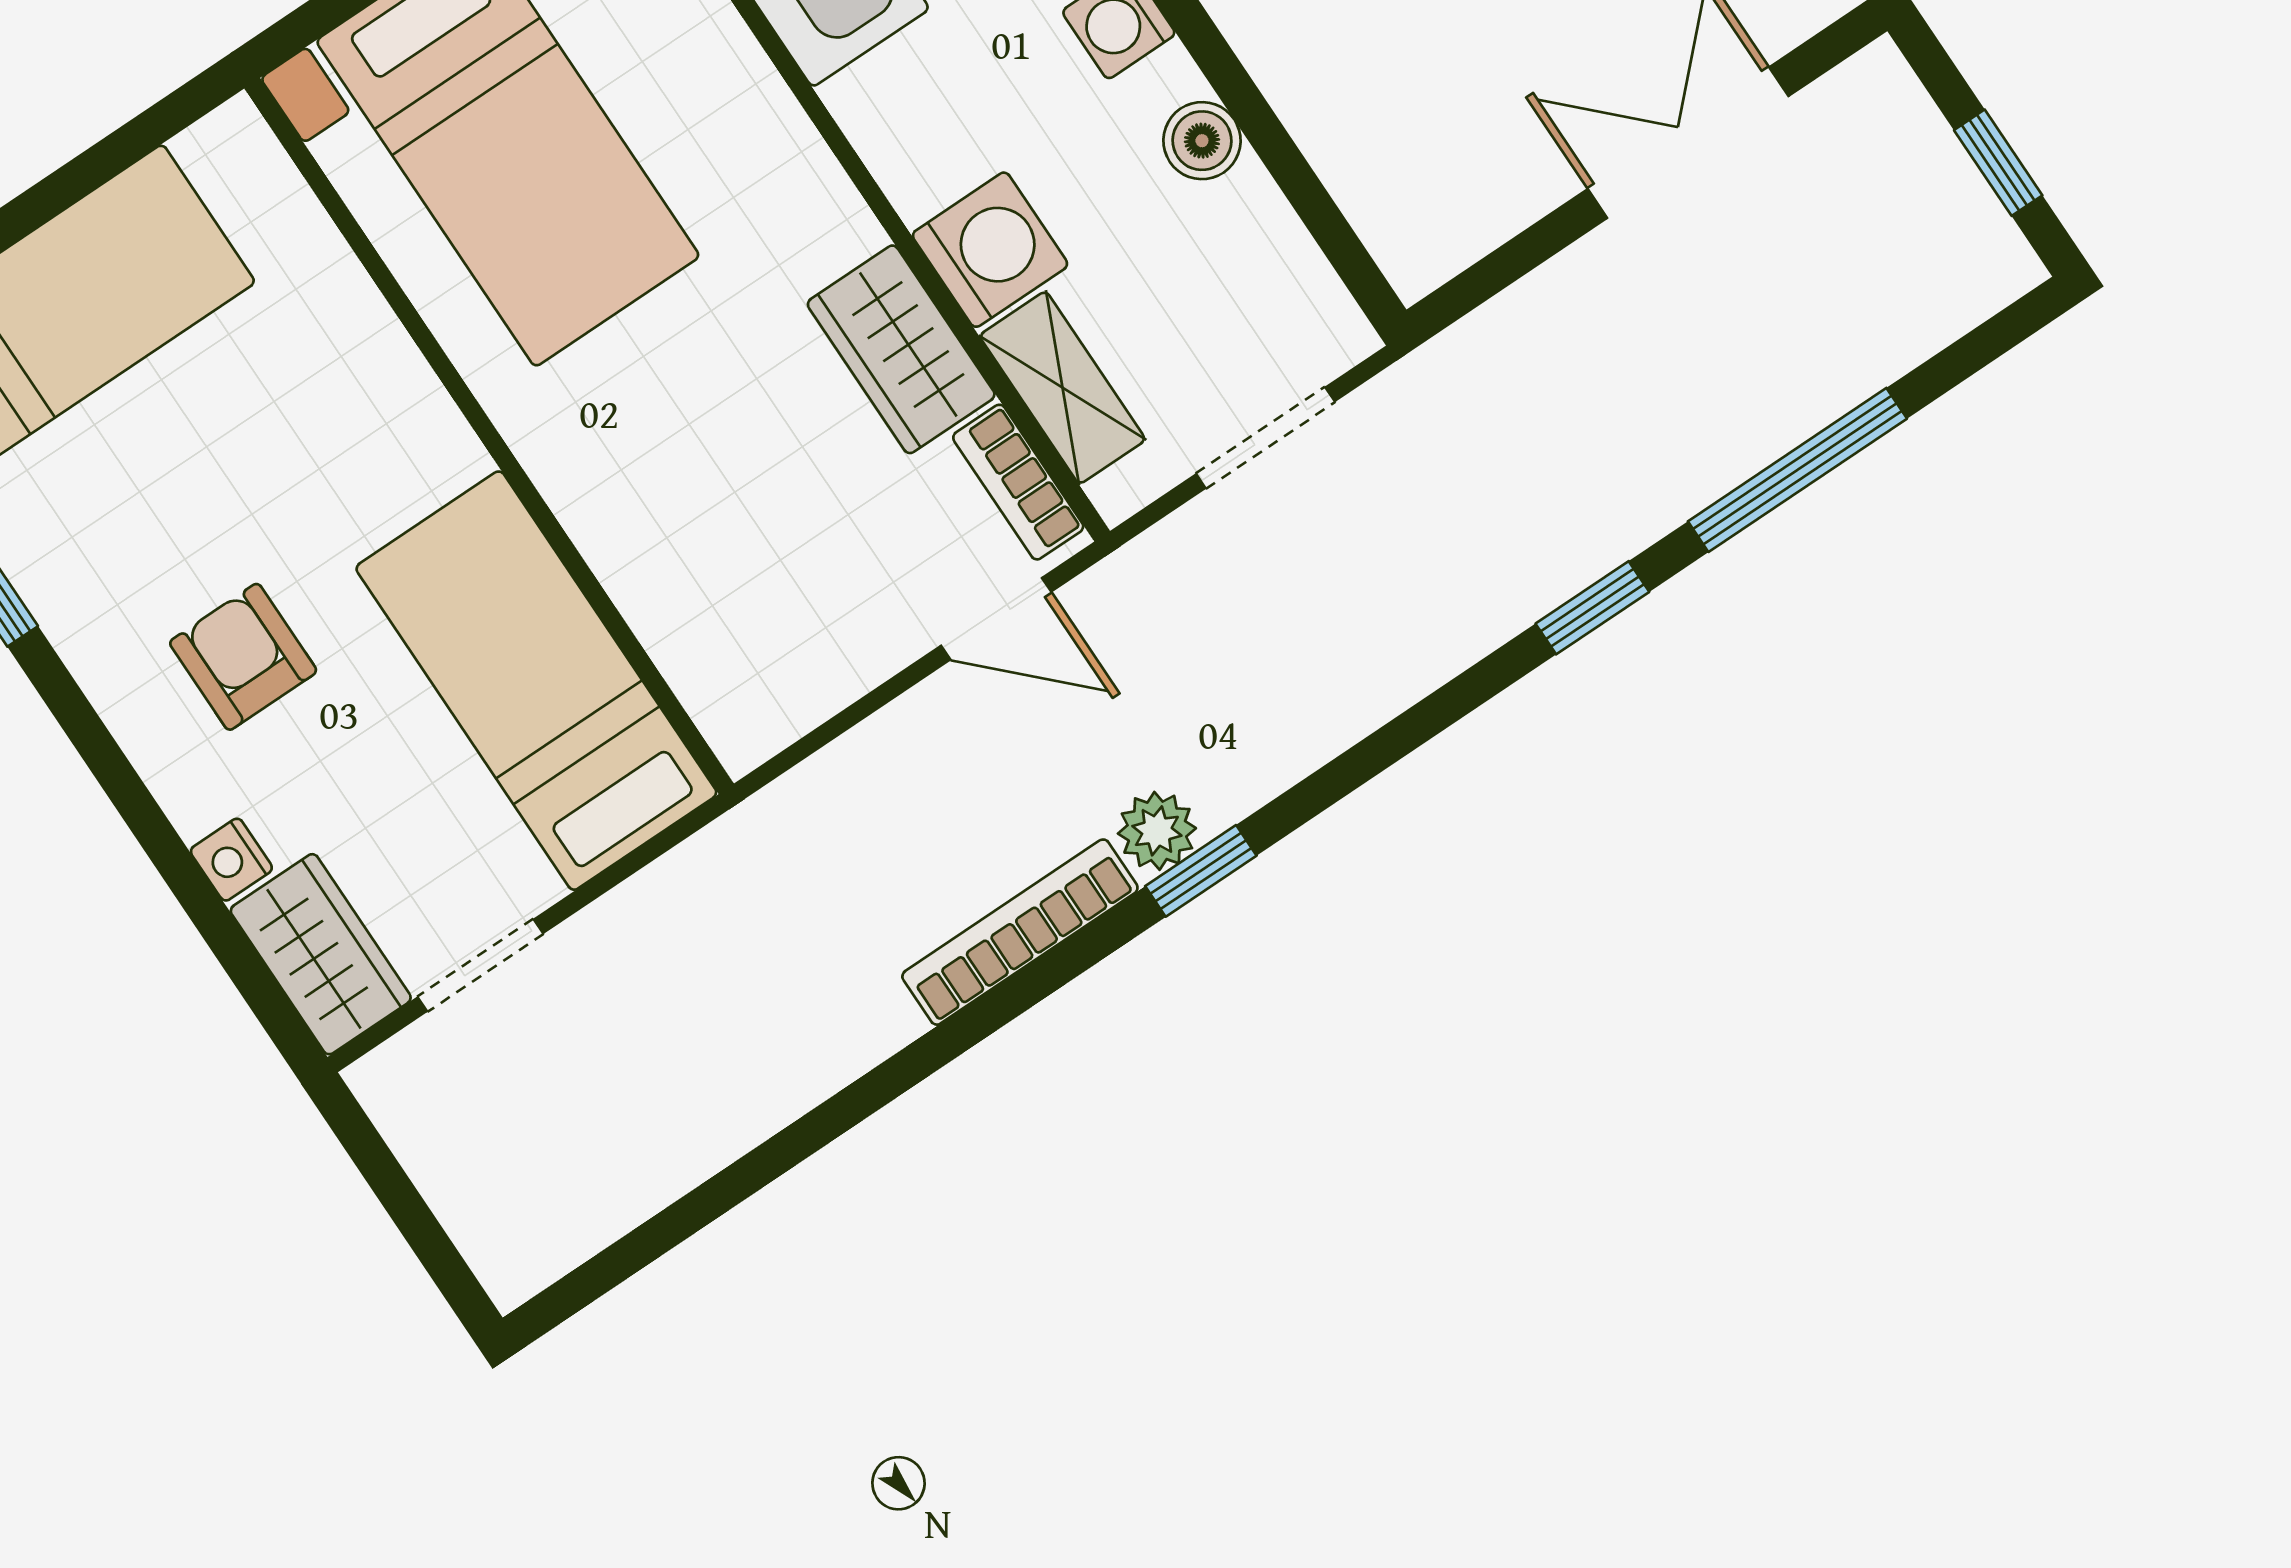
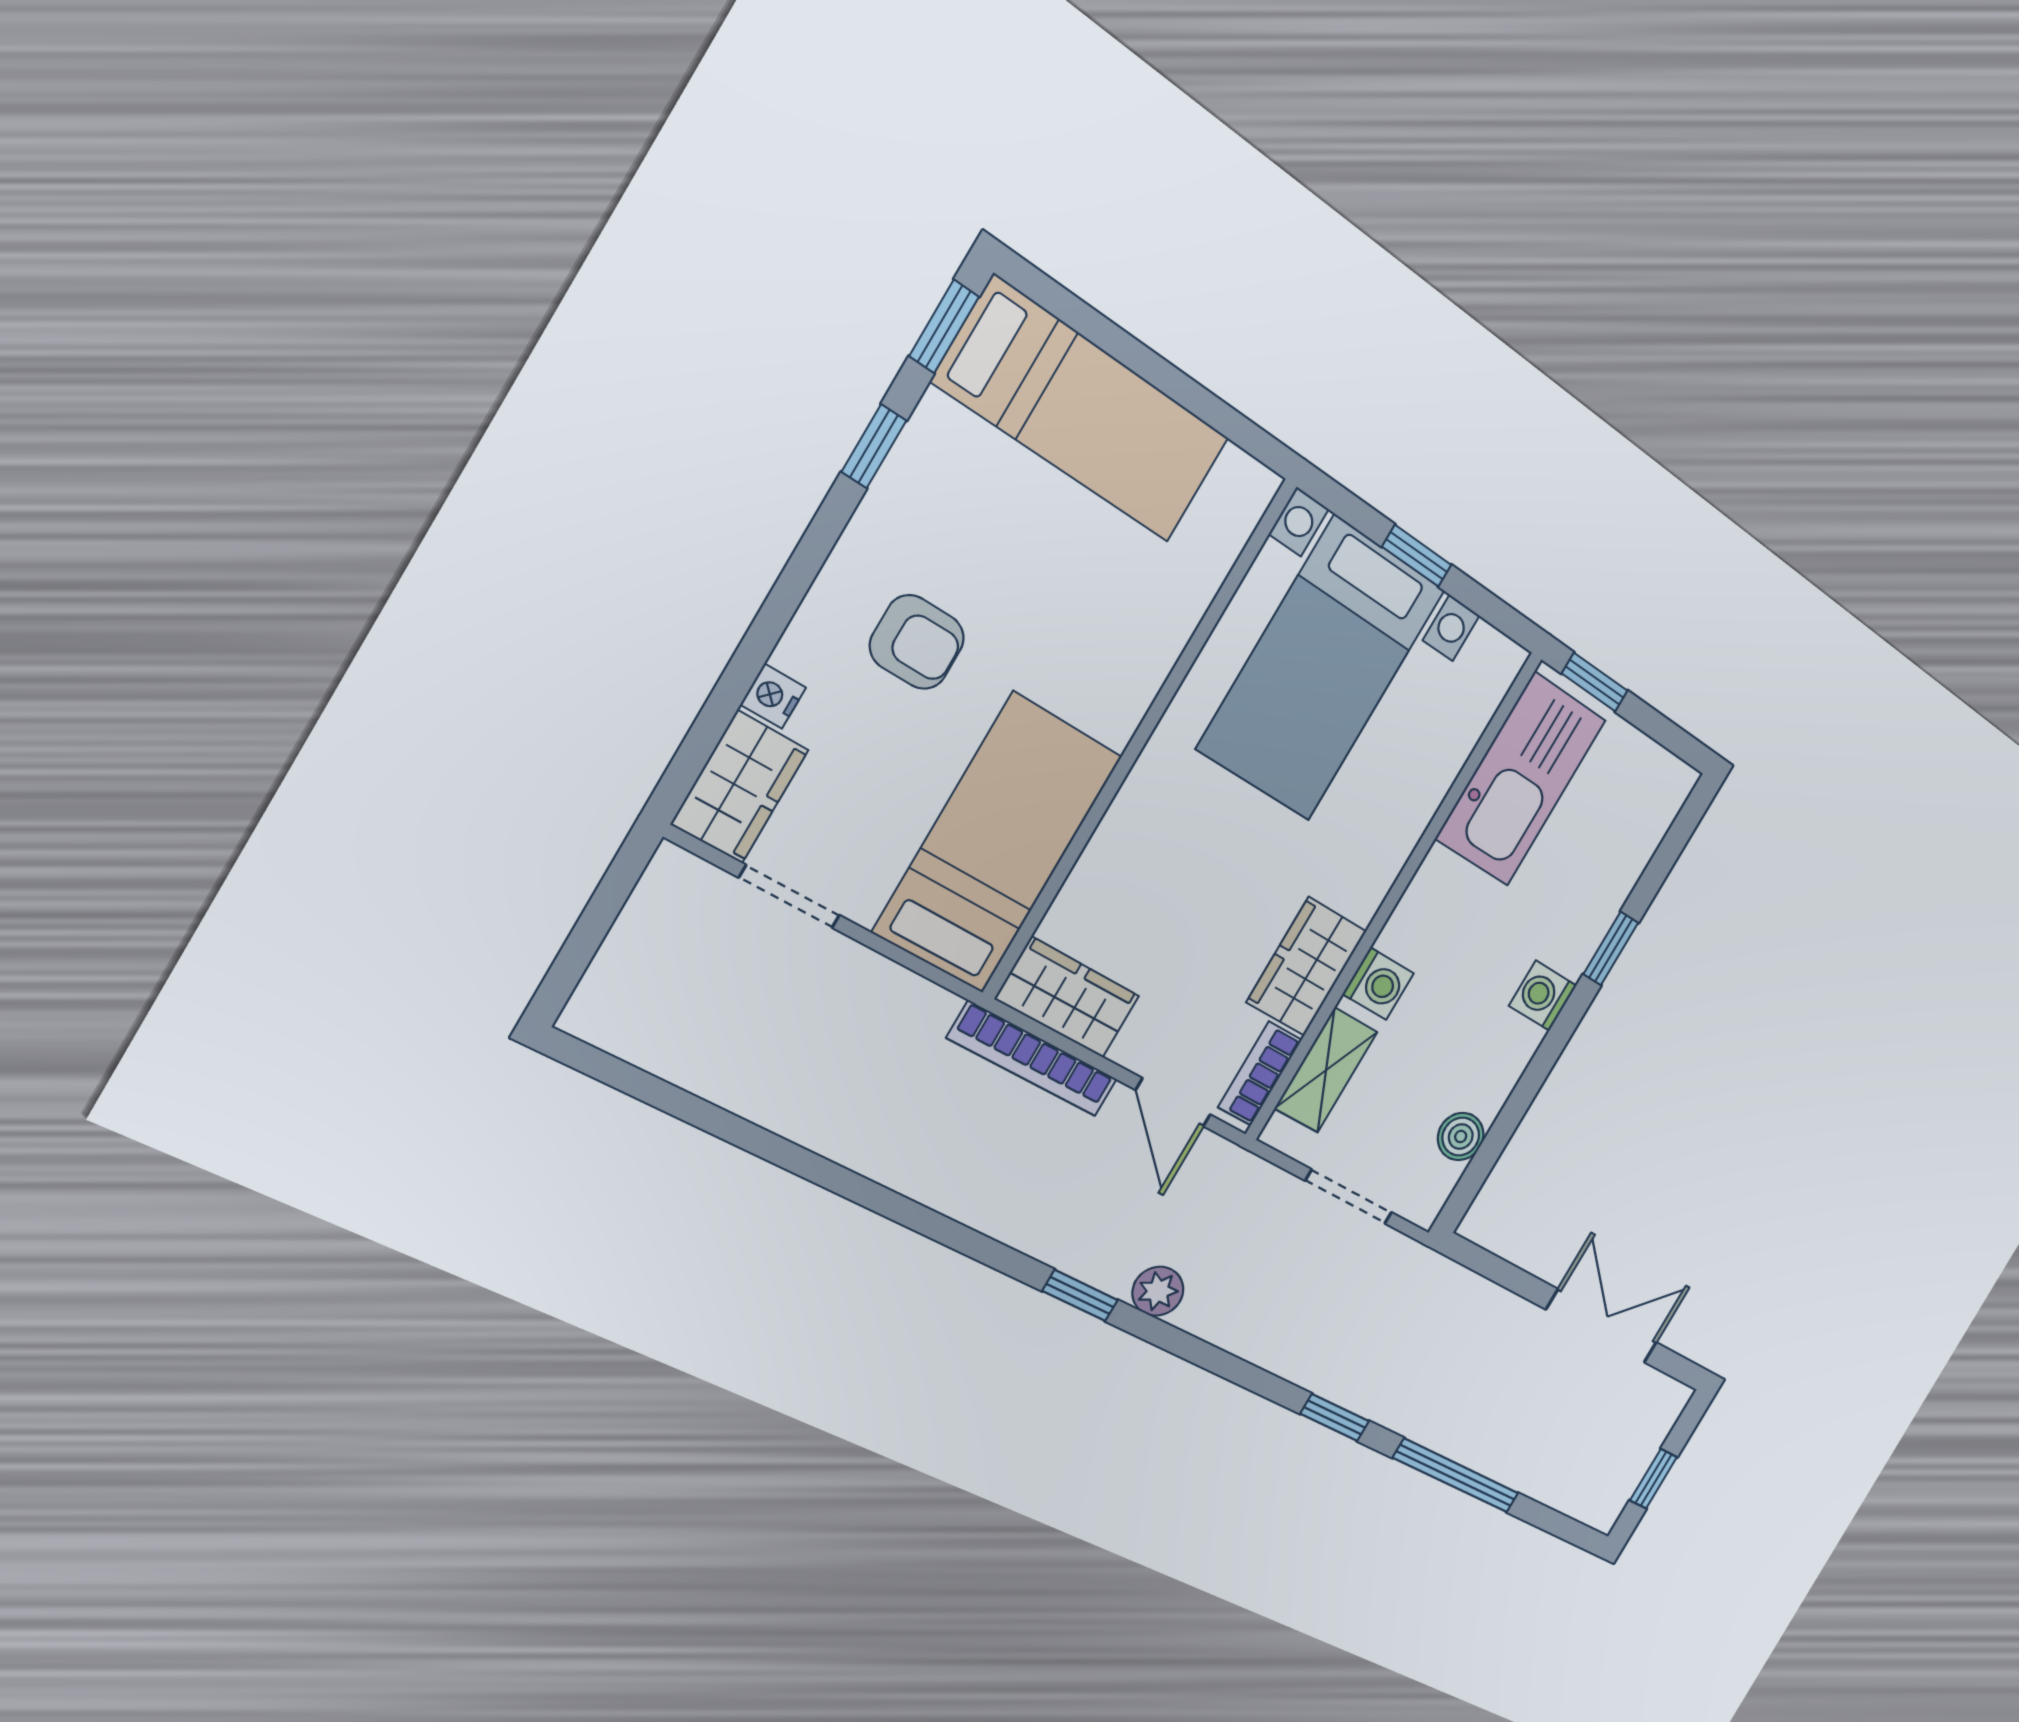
boiler: (1202, 141) -> (1461, 1137), moved
washing machine: (990, 250) -> (1378, 984), width x0.73, depth x0.73
armchair: (243, 657) -> (917, 642), turned 90
wardrobe: (780, 689) -> (1067, 997), added
plant: (1157, 831) -> (1158, 1291), moved
bookcase: (1020, 932) -> (1033, 1059), moved, turned 180

